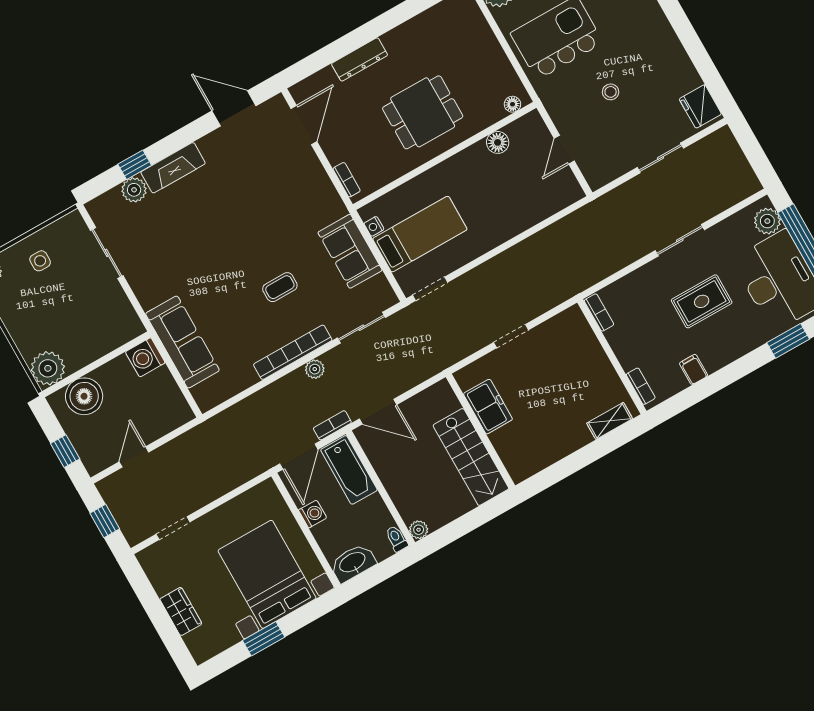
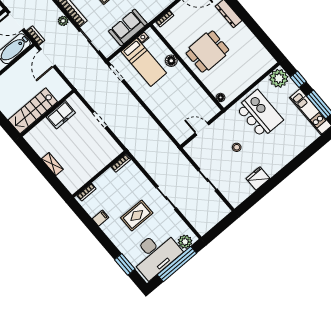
fridge: (700, 106) -> (258, 179), moved
dining table: (423, 112) -> (207, 52), turned 90
floor lamp: (498, 142) -> (171, 61), moved
rug: (702, 301) -> (137, 215), turned 90
shelving: (610, 421) -> (52, 164), moved

